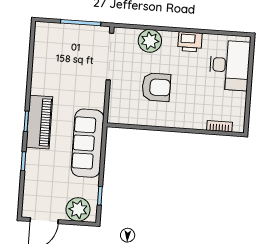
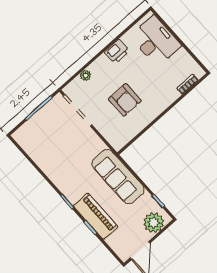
plant: (150, 41) -> (85, 75), width x0.53, depth x0.53
armchair: (156, 87) -> (125, 100), turned 90
piano: (39, 122) -> (96, 216), moved

